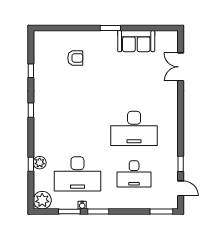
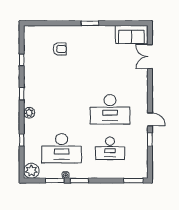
sofa: (136, 41) -> (131, 35), moved
plant: (40, 163) -> (29, 113), moved
door: (181, 188) -> (150, 119), moved

